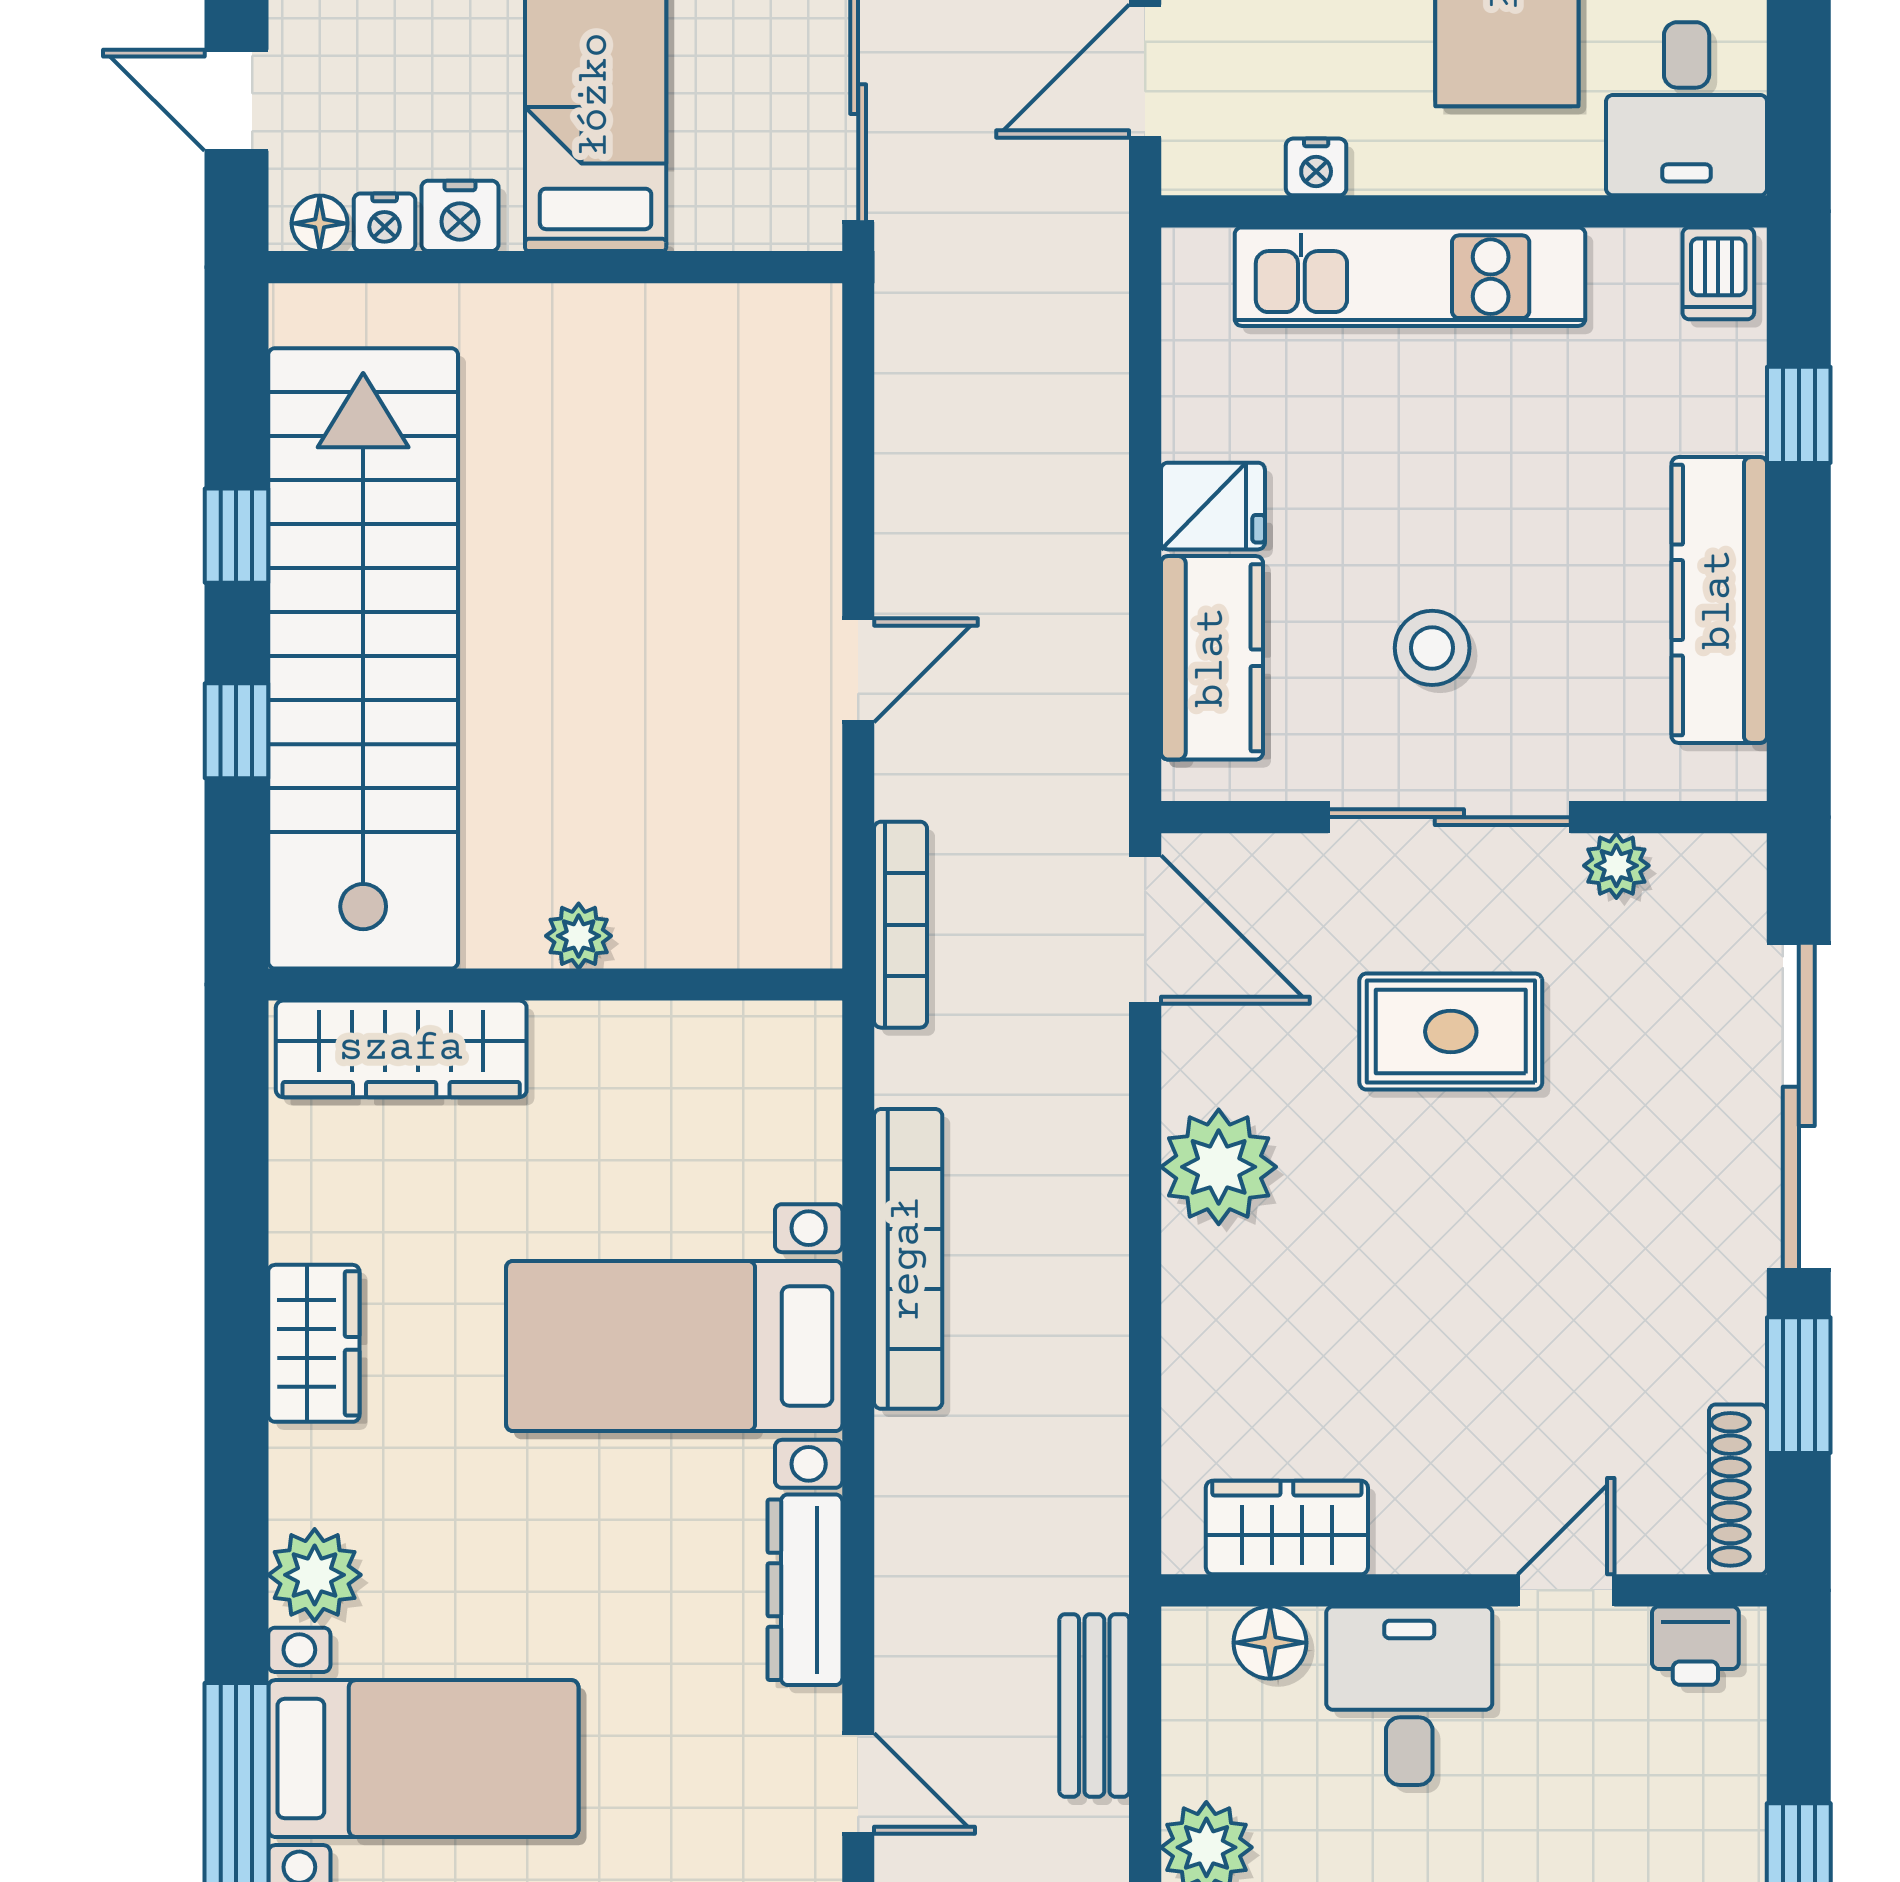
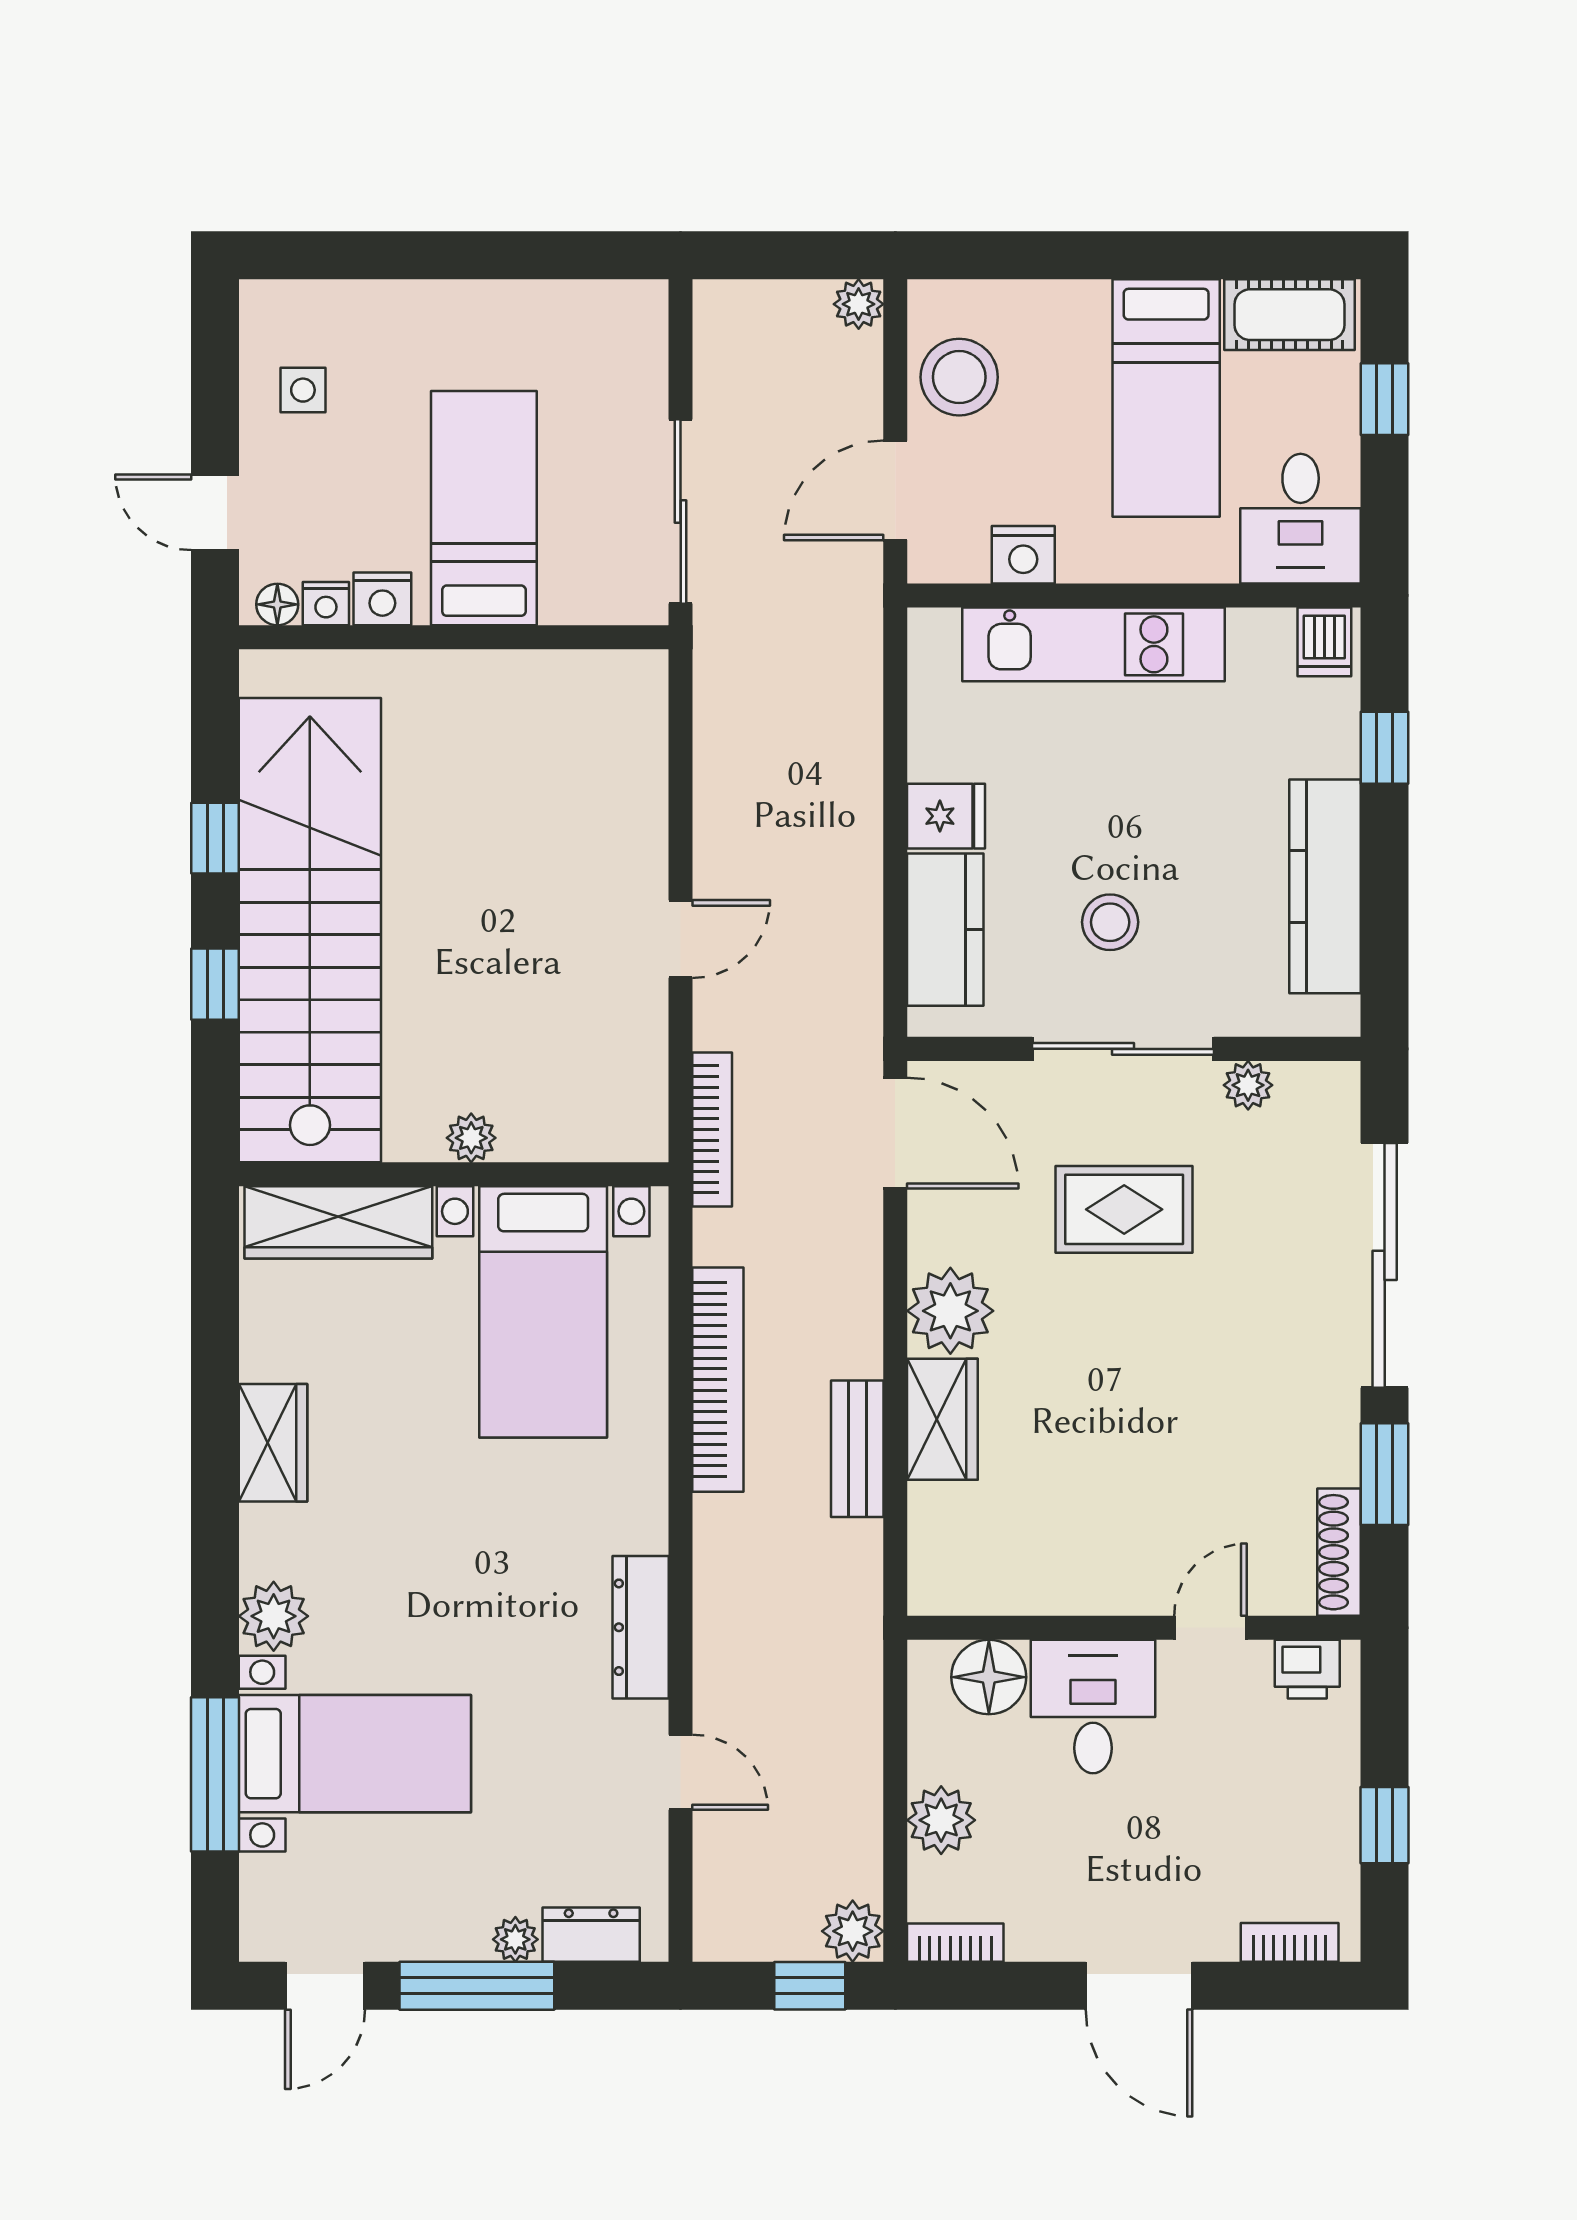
nightstand: (1316, 167) -> (1023, 555), width x1.39, depth x1.35
bed with nightstands: (674, 1346) -> (543, 1312), moved, turned -90
wardrobe: (1287, 1527) -> (942, 1419), moved, turned 90
floor lamp: (1270, 1643) -> (989, 1677), width x1.38, depth x1.38
bench: (1094, 1705) -> (857, 1449), moved

